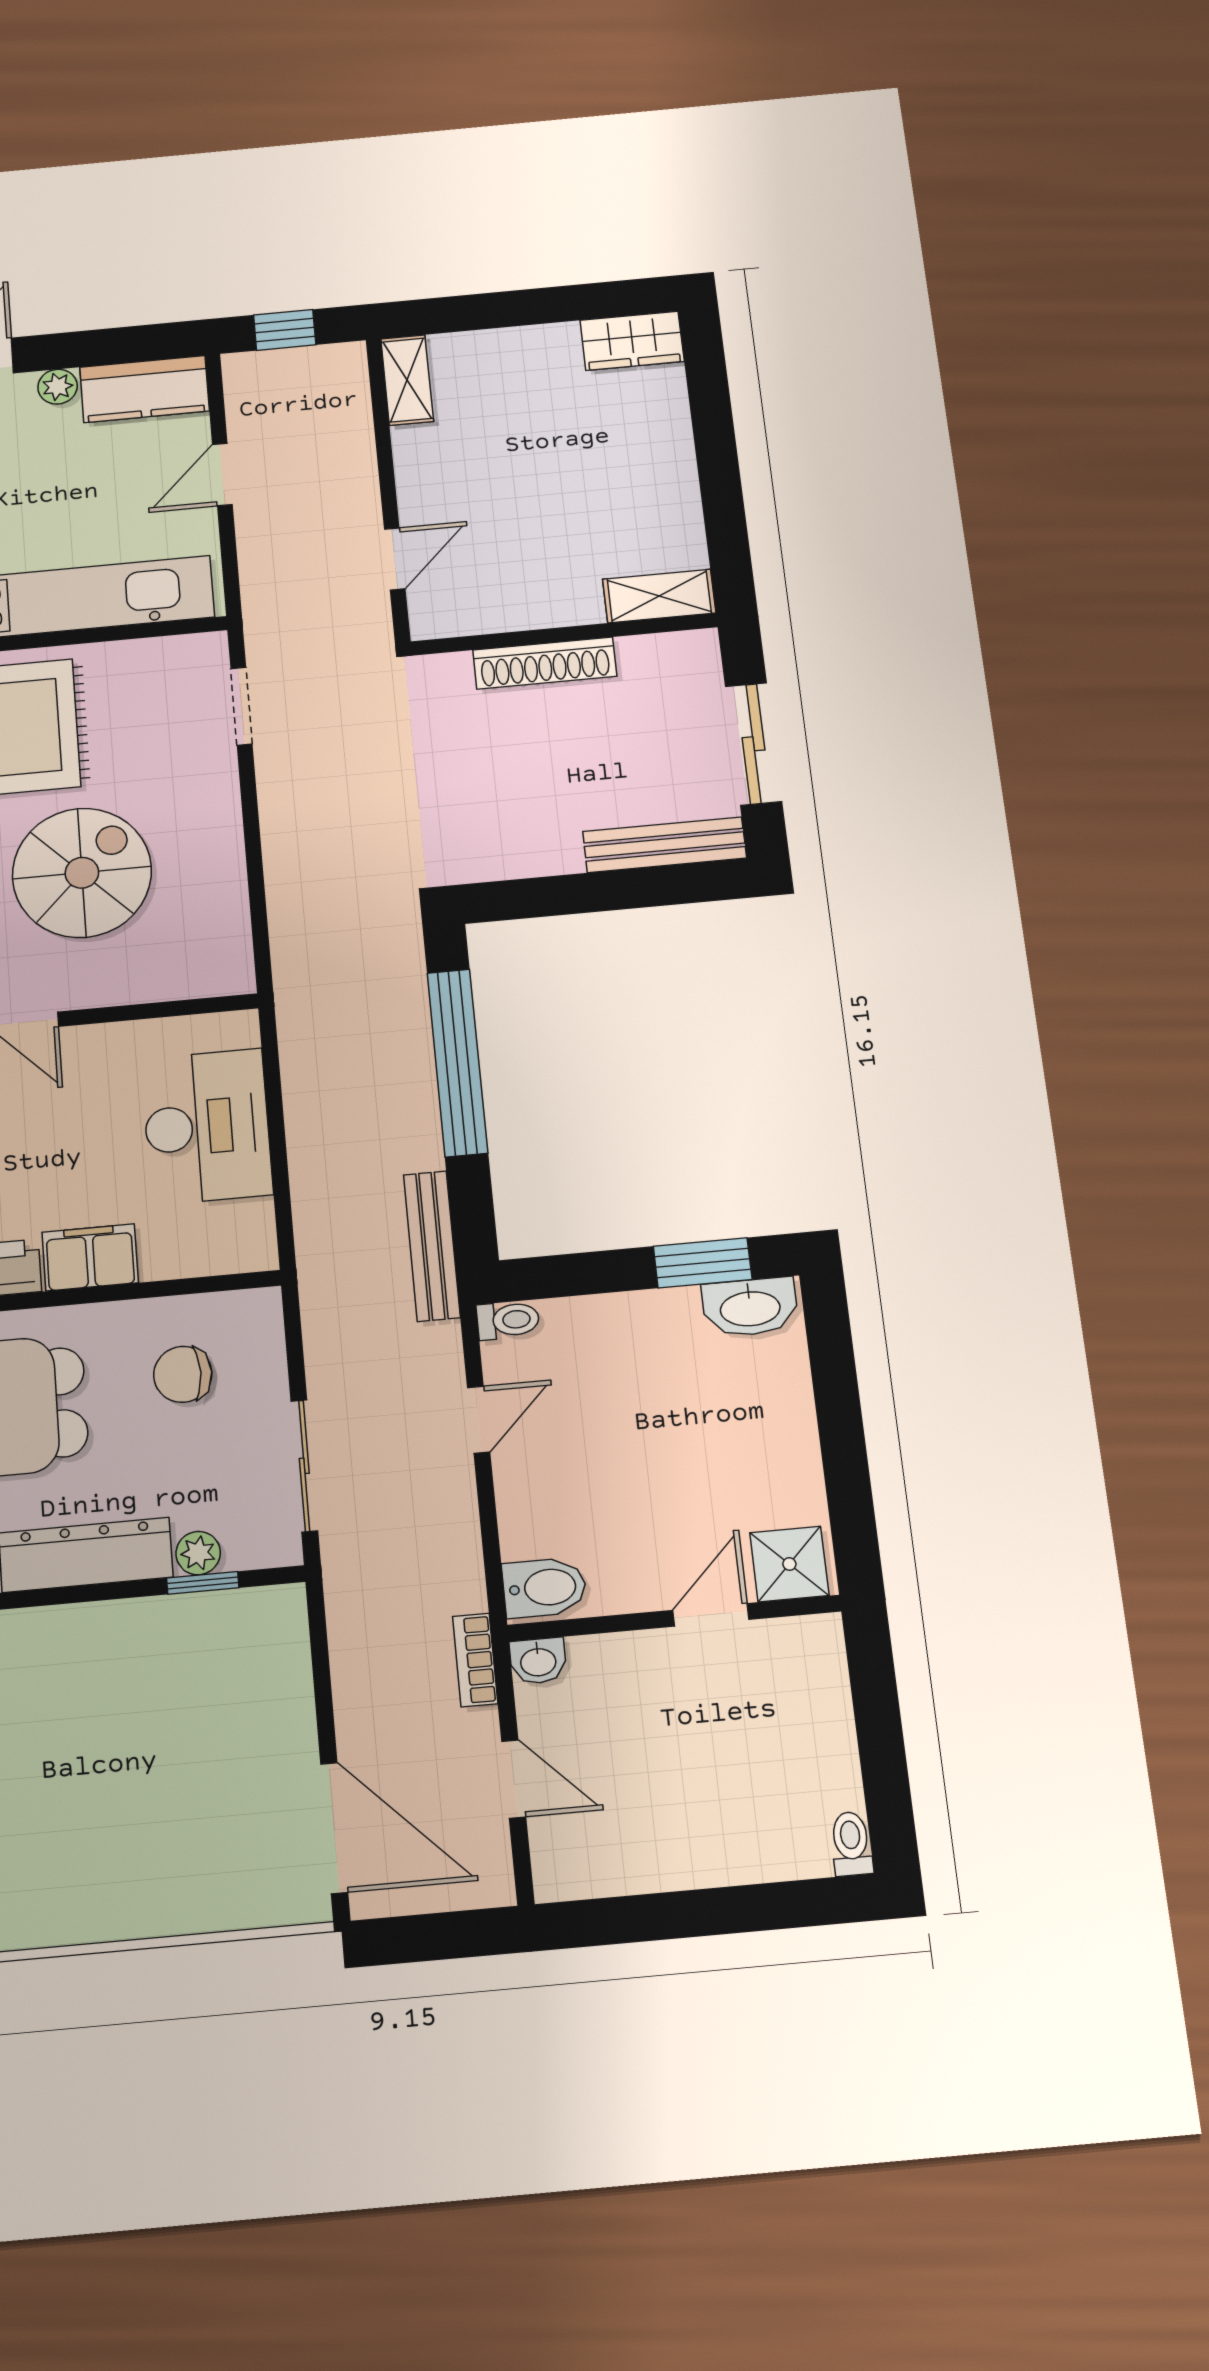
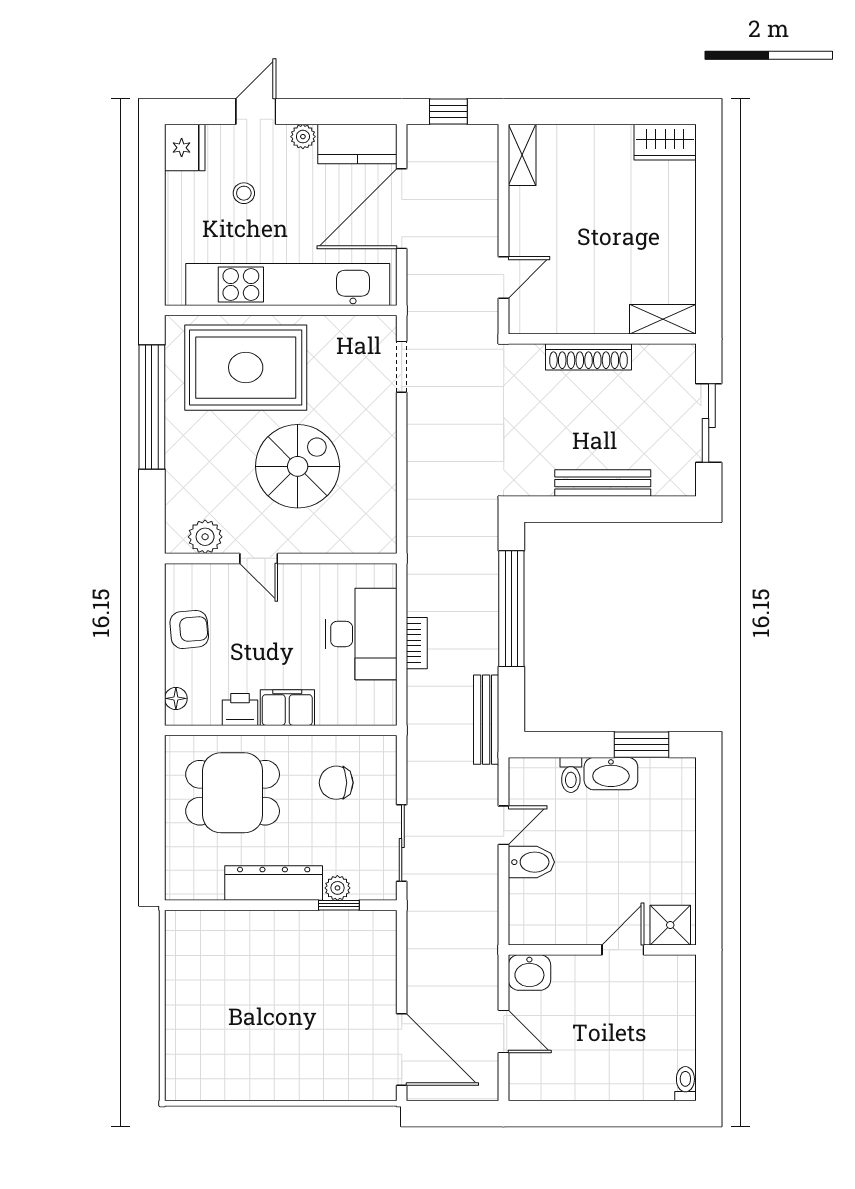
door: (222, 475) -> (402, 209), width x1.88
bench: (665, 845) -> (603, 483), moved
washbasin: (750, 1307) -> (611, 774), moved
toilet: (508, 1320) -> (571, 775), moved, turned 90
bidet: (544, 1588) -> (531, 862), moved
bookcase: (475, 1660) -> (417, 643), moved, turned 180
washbasin: (538, 1661) -> (529, 972), width x1.38, depth x1.45

